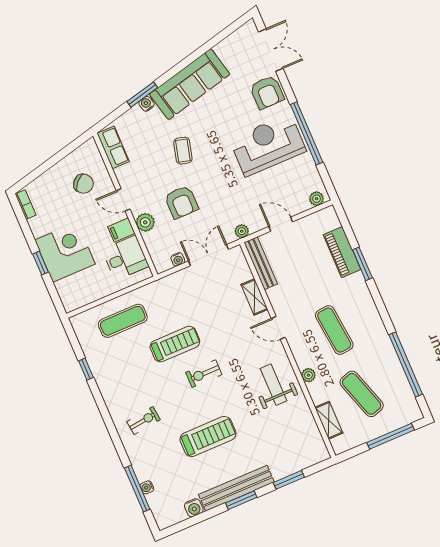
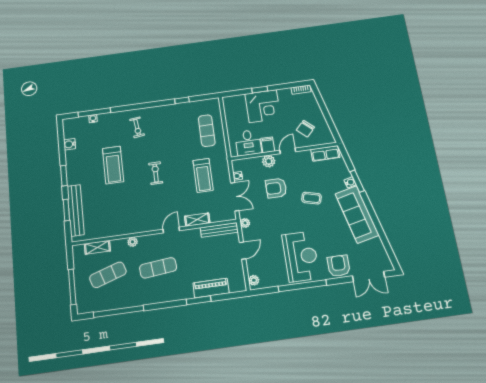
armchair: (267, 92) -> (339, 266), turned 90
treadmill: (175, 344) -> (203, 175), moved
weight bench: (273, 385) -> (134, 217), removed
bench: (236, 488) -> (76, 210), moved

